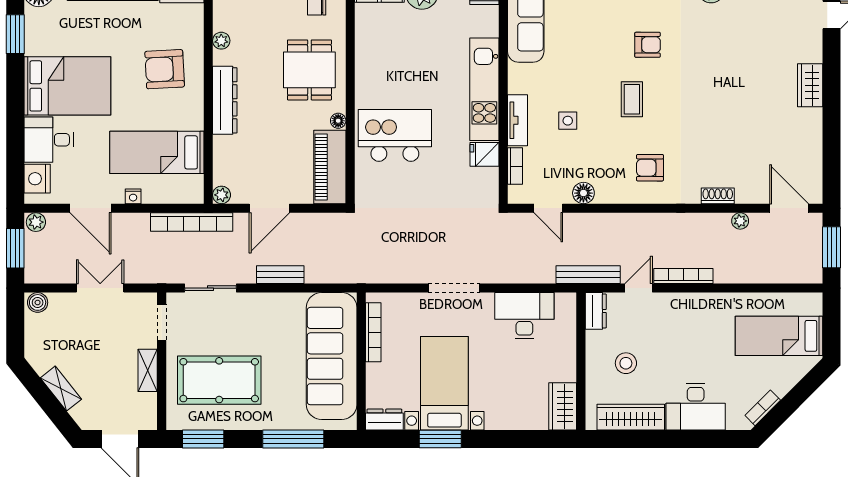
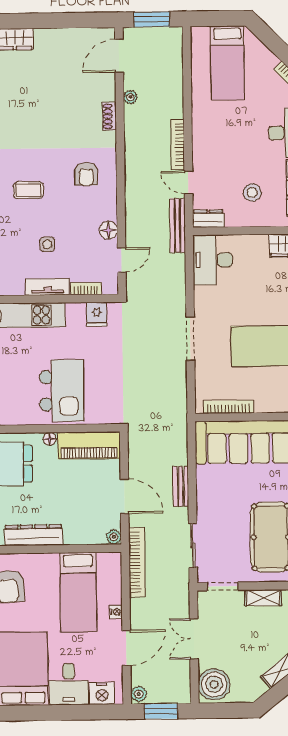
kitchen island: (395, 135) -> (62, 391), turned 180
fridge: (485, 154) -> (97, 314), moved
boiler: (38, 302) -> (214, 684), width x1.86, depth x1.86
desk: (524, 316) -> (213, 260), moved

